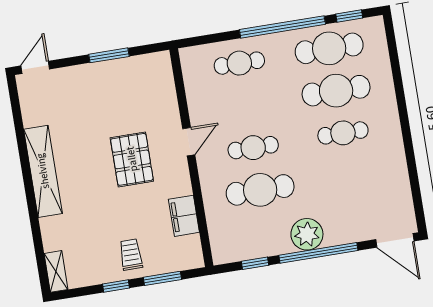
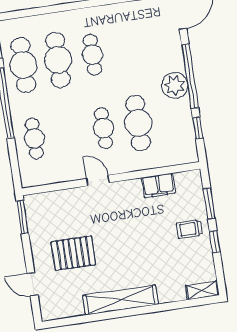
window: (109, 55) -> (22, 217), moved
door: (35, 67) -> (32, 284), moved
pallet: (132, 159) -> (73, 253), moved

